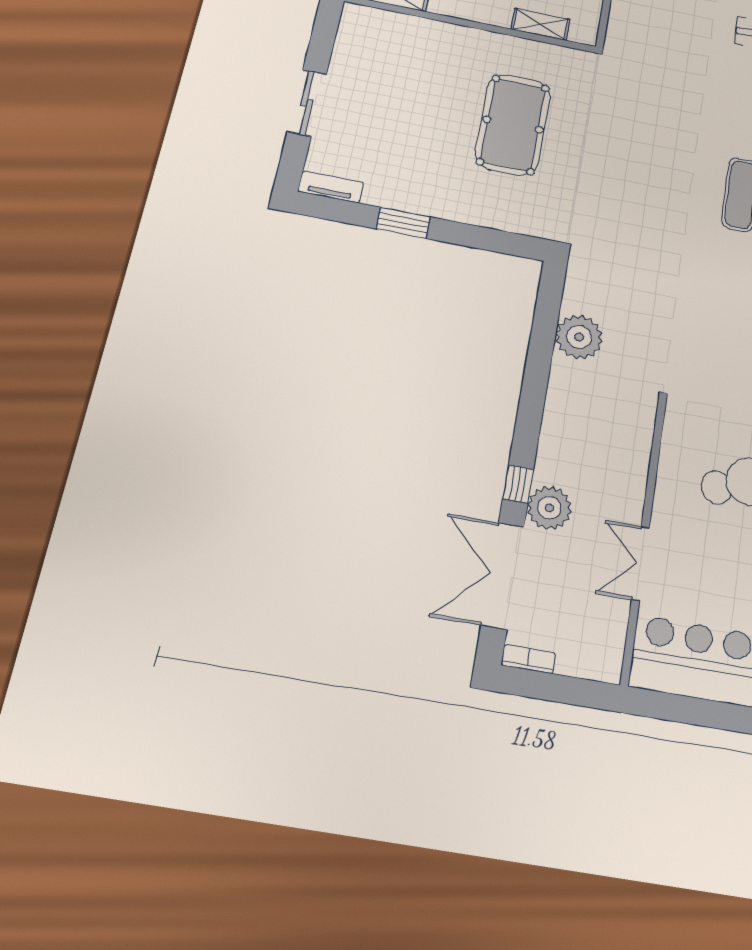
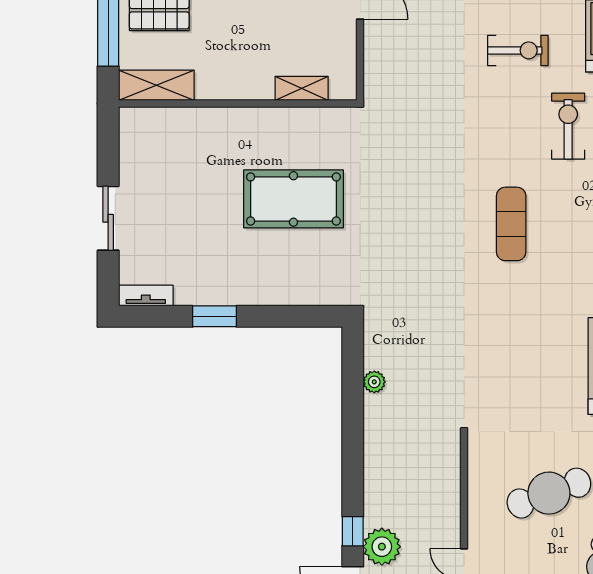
pool table: (513, 125) -> (293, 199), turned 90
plant: (579, 337) -> (374, 382), width x0.53, depth x0.53

